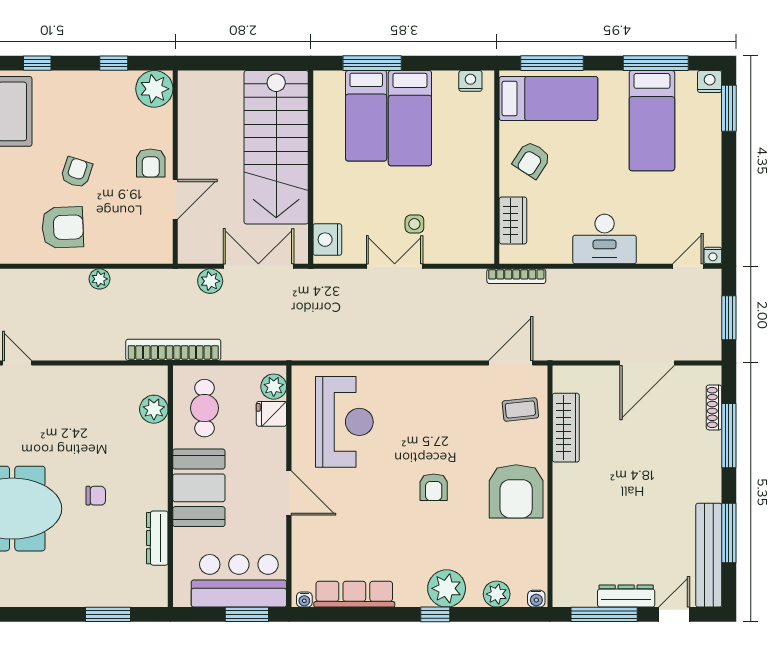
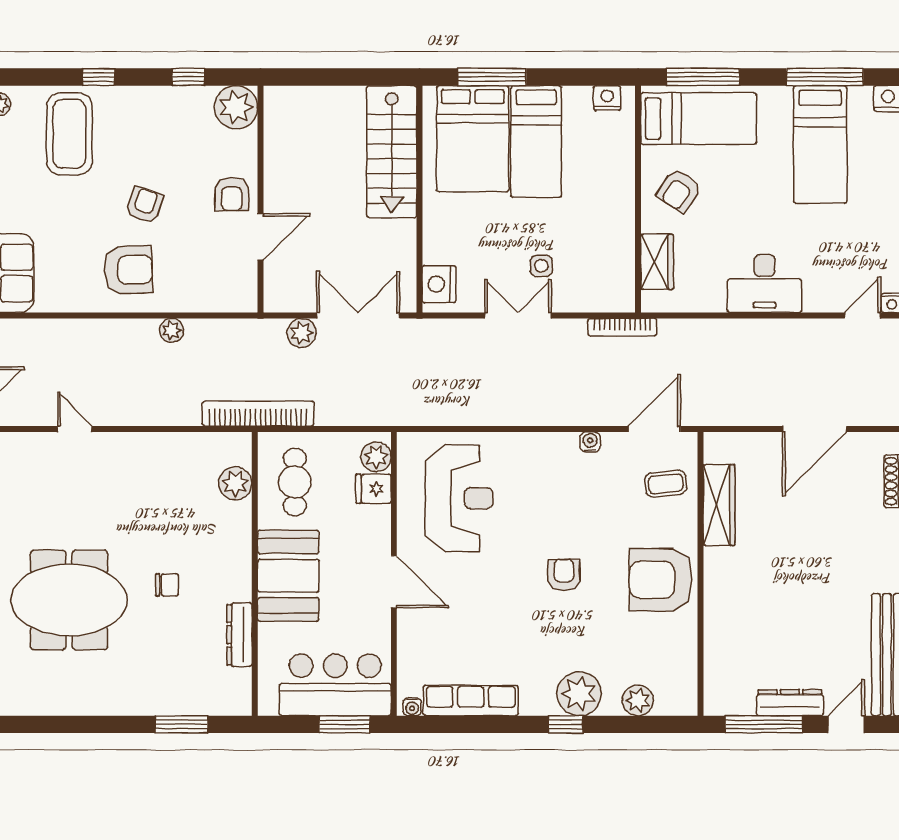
bed: (366, 116) -> (473, 139), width x1.50
stairs: (276, 147) -> (392, 152), width x0.73, depth x0.66
bookcase: (516, 276) -> (622, 327), moved
armchair: (434, 487) -> (564, 575), turned 180
armchair: (516, 491) -> (661, 580), turned 90
water cooler: (536, 599) -> (590, 442), moved, turned 180

